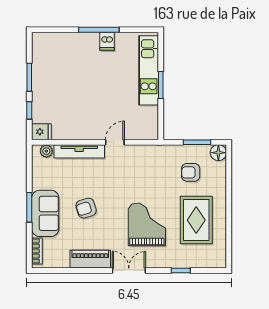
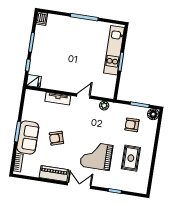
dishwasher: (107, 41) -> (42, 19), moved
plant: (46, 151) -> (104, 106), moved
tv unit: (79, 151) -> (58, 99), width x0.71
rug: (196, 220) -> (131, 158), width x0.73, depth x0.70
grand piano: (147, 224) -> (96, 156), turned -90

